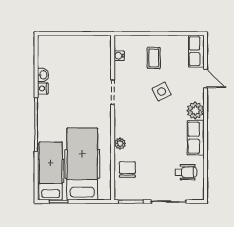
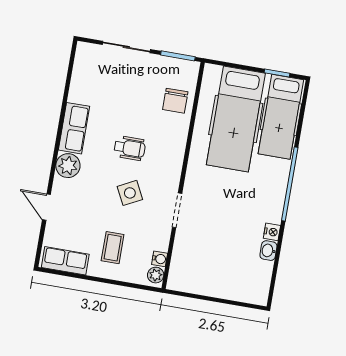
row of seats: (196, 51) -> (65, 261), moved, turned -90
side table: (162, 91) -> (130, 193), moved
plant: (120, 143) -> (156, 275), moved
wheelchair: (186, 172) -> (130, 148), moved, turned 180

